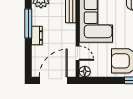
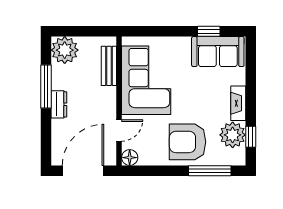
door: (78, 53) -> (119, 130), hinge flipped

